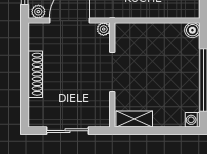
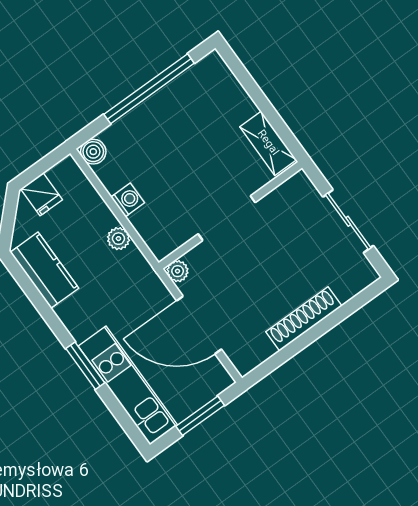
plant: (38, 12) -> (118, 239), moved
washing machine: (193, 120) -> (128, 200), moved, turned -90

